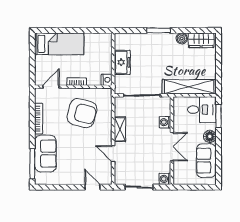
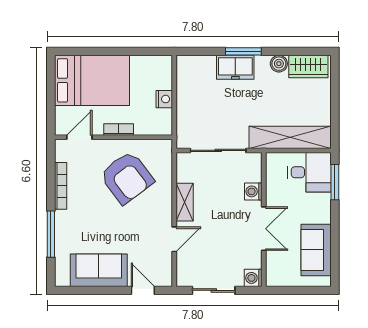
bed: (59, 44) -> (92, 80), width x1.50
freezer: (122, 62) -> (235, 67), moved, turned 90
nightstand: (107, 80) -> (164, 99), moved
armchair: (82, 113) -> (127, 178), turned 39
floor lamp: (210, 136) -> (322, 213), removed
sofa: (45, 154) -> (99, 270), moved, turned -90
door: (113, 154) -> (174, 239), swing flipped
window: (32, 164) -> (51, 234), moved

